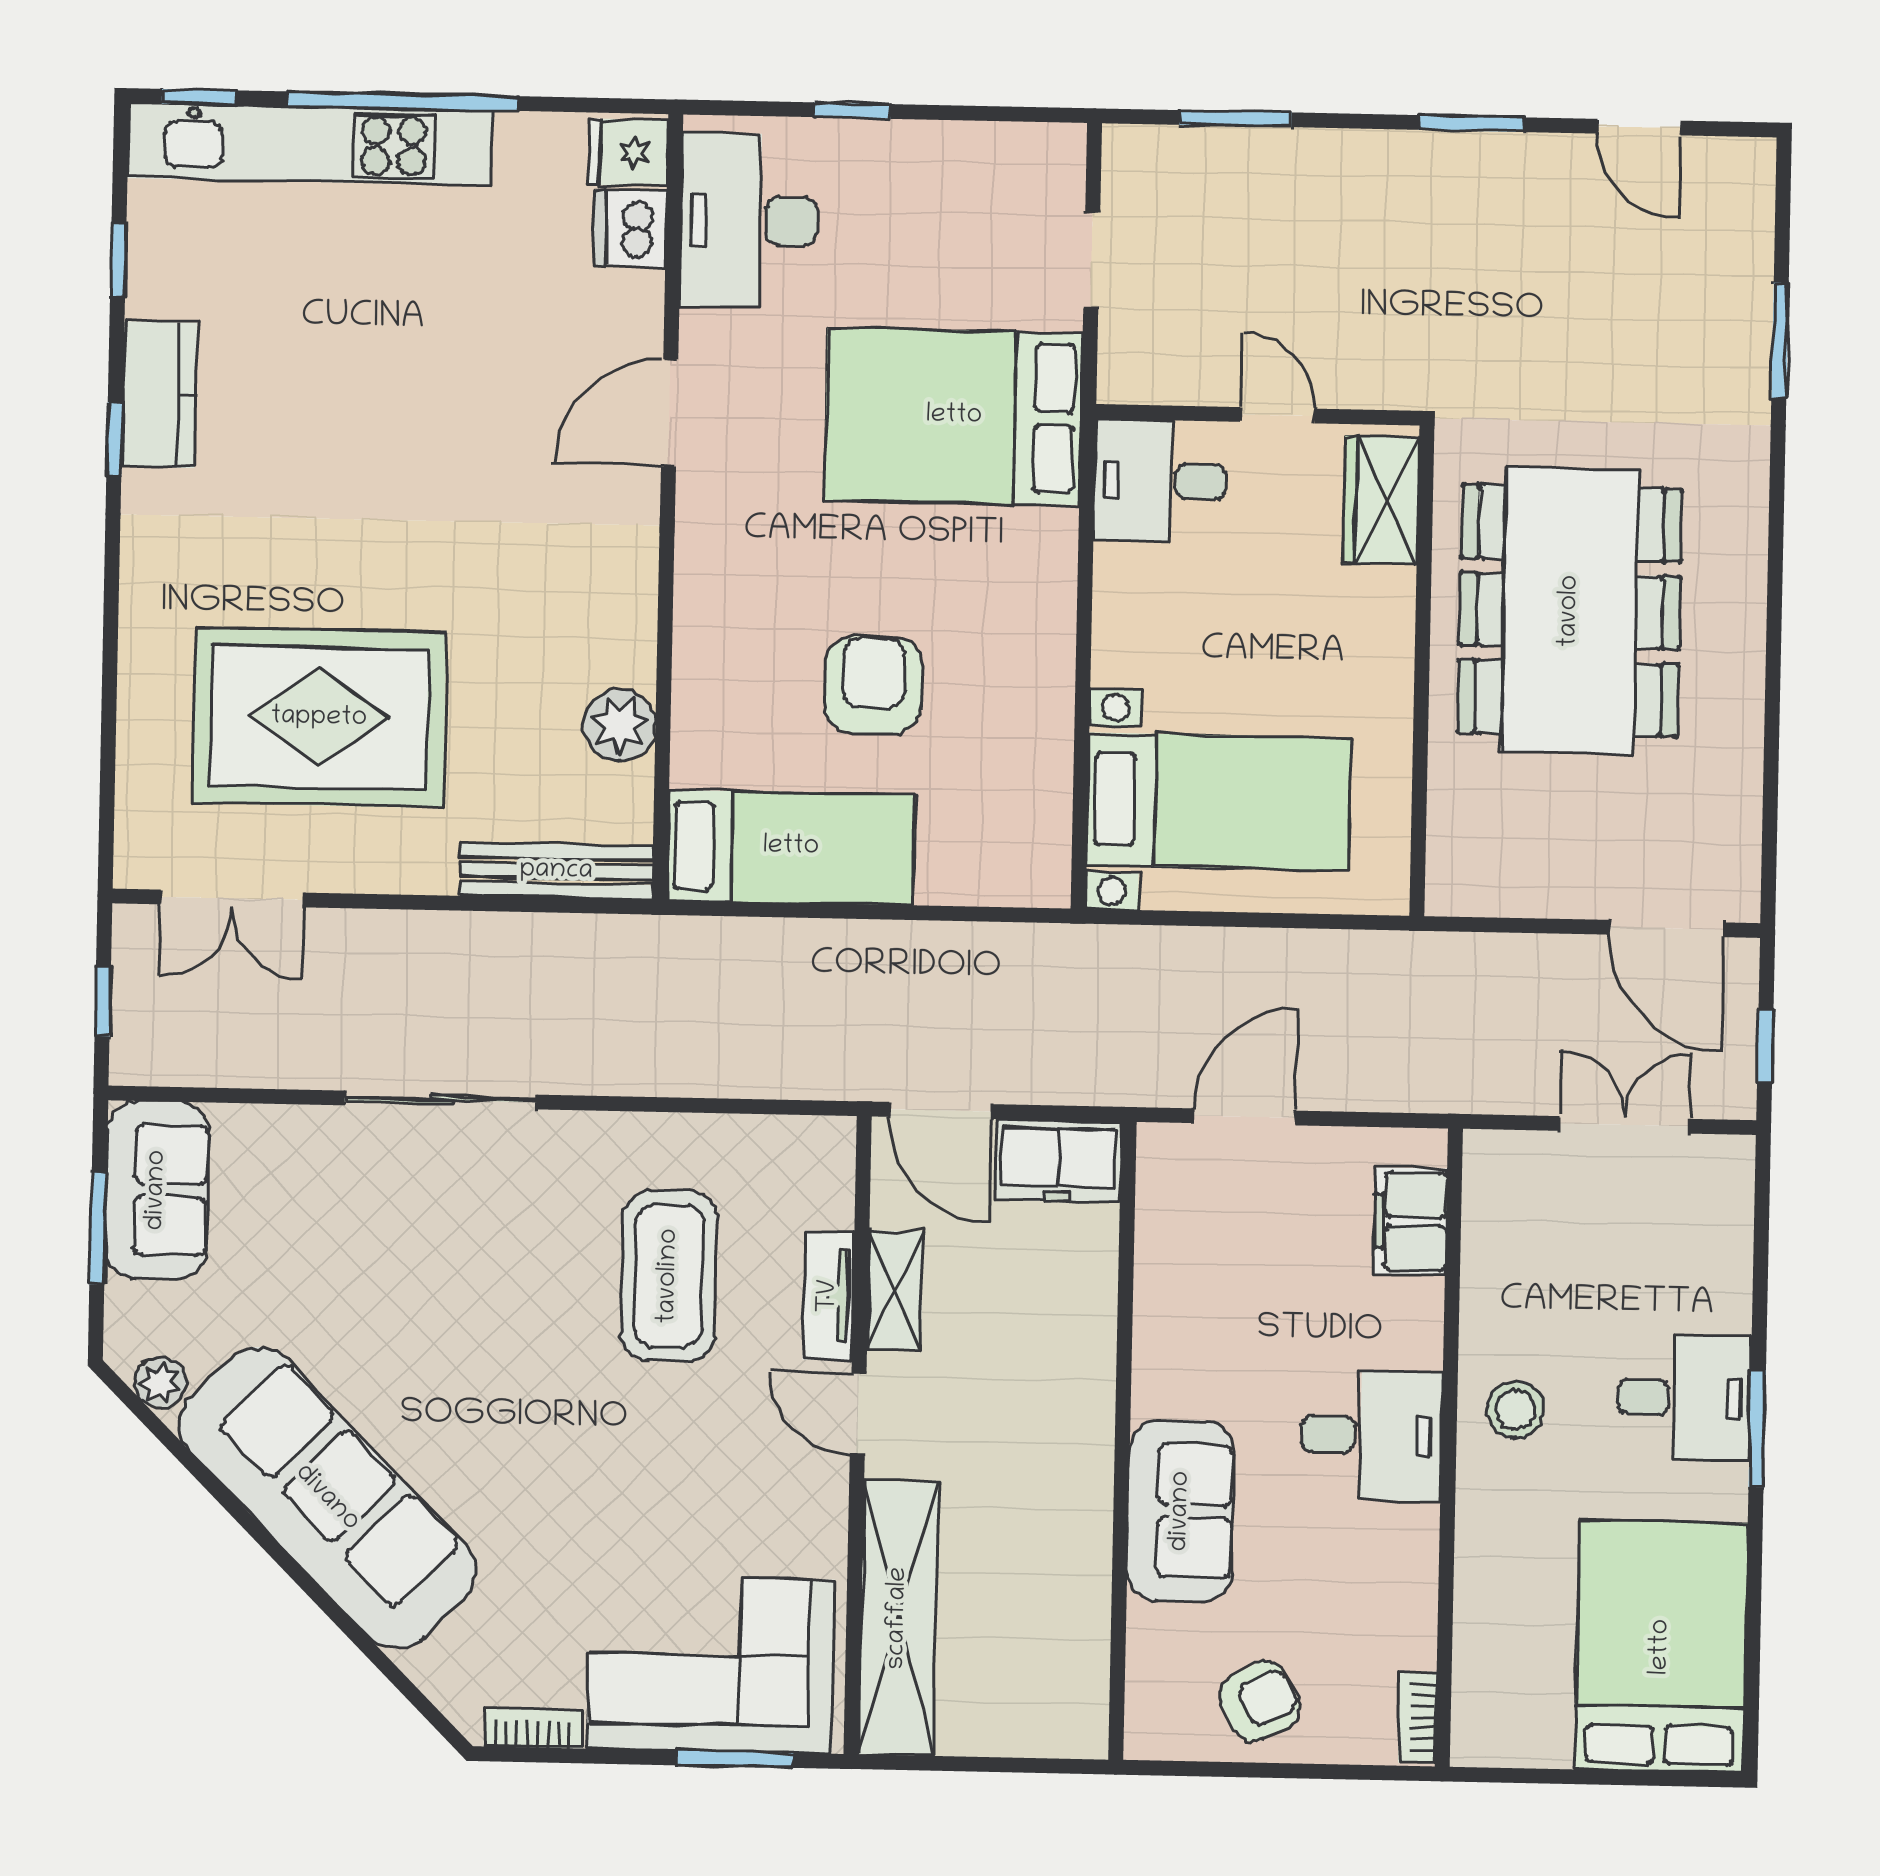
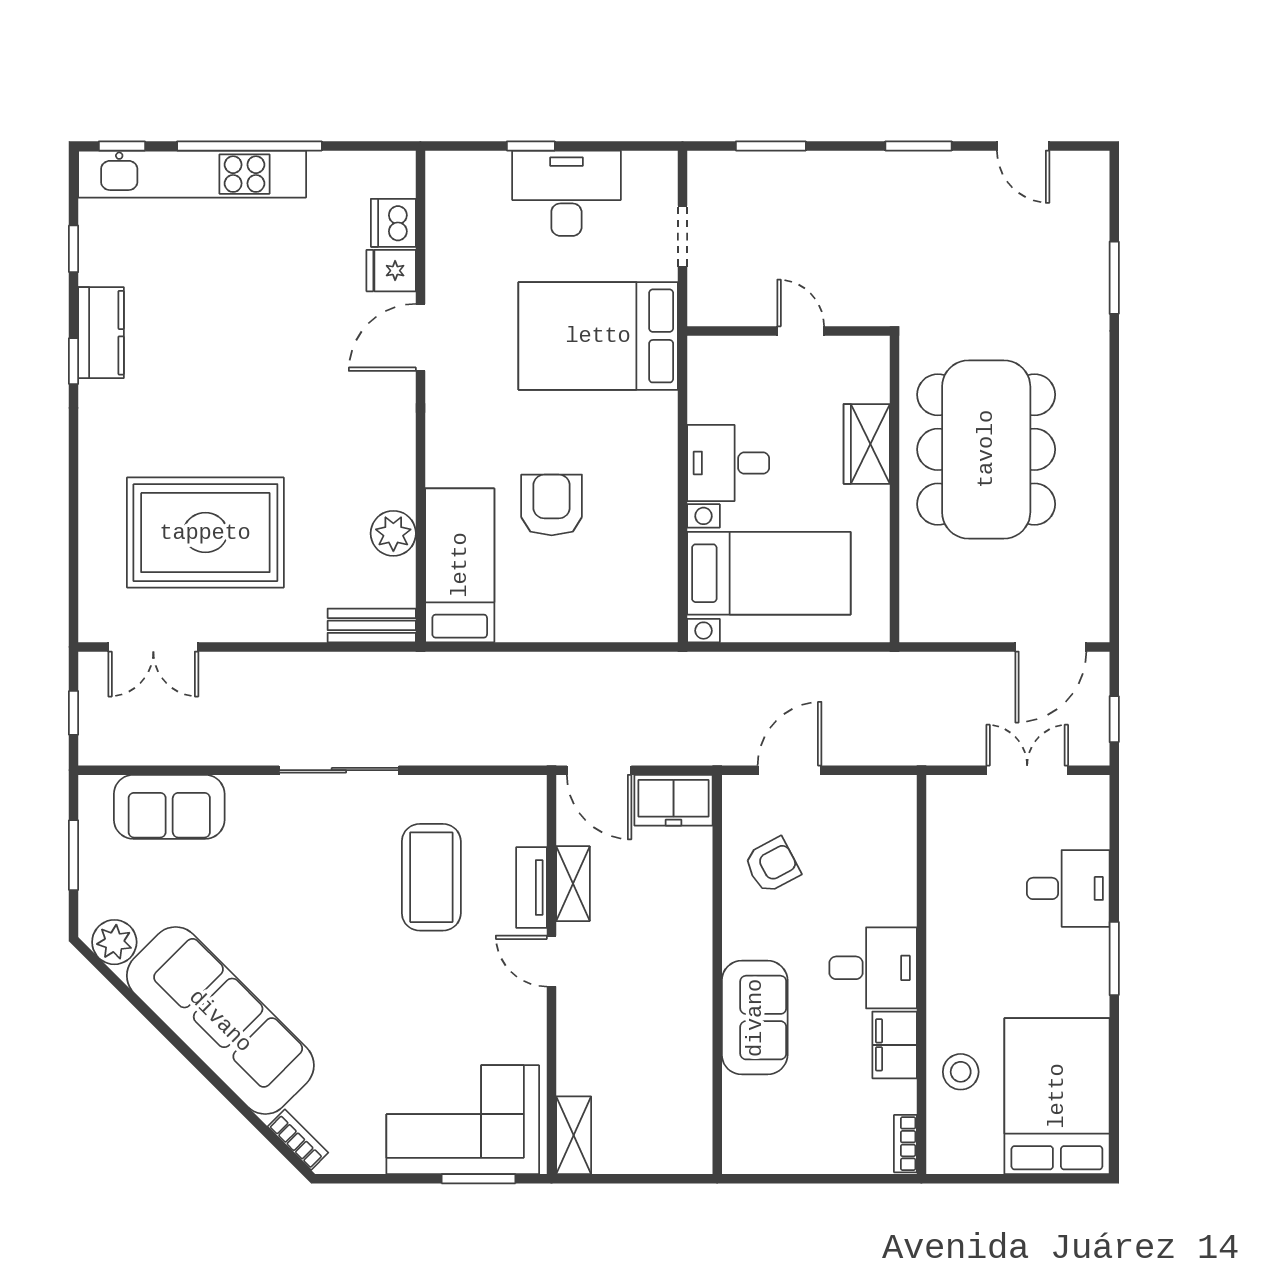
fridge: (628, 152) -> (391, 271), moved
desk: (749, 221) -> (566, 193), moved, turned 90
desk: (1160, 481) -> (728, 463), moved
wardrobe: (1381, 500) -> (867, 444), moved
bed: (791, 847) -> (460, 565), moved, turned -90
bench: (556, 871) -> (372, 625), width x0.73
door: (1666, 929) -> (1051, 647), hinge flipped
sliding door: (441, 1100) -> (339, 770), moved
sofa: (157, 1190) -> (169, 807), moved, turned 90
filing cabinet: (1411, 1221) -> (895, 1045), moved
plant: (160, 1382) -> (114, 942), width x1.38, depth x1.38
desk: (1684, 1397) -> (1068, 888), moved
stool: (1516, 1410) -> (961, 1072), moved
shelving: (898, 1618) -> (574, 1135), width x0.45, depth x0.75
armchair: (1260, 1701) -> (772, 865), moved
bookcase: (533, 1728) -> (298, 1140), moved, turned 45

